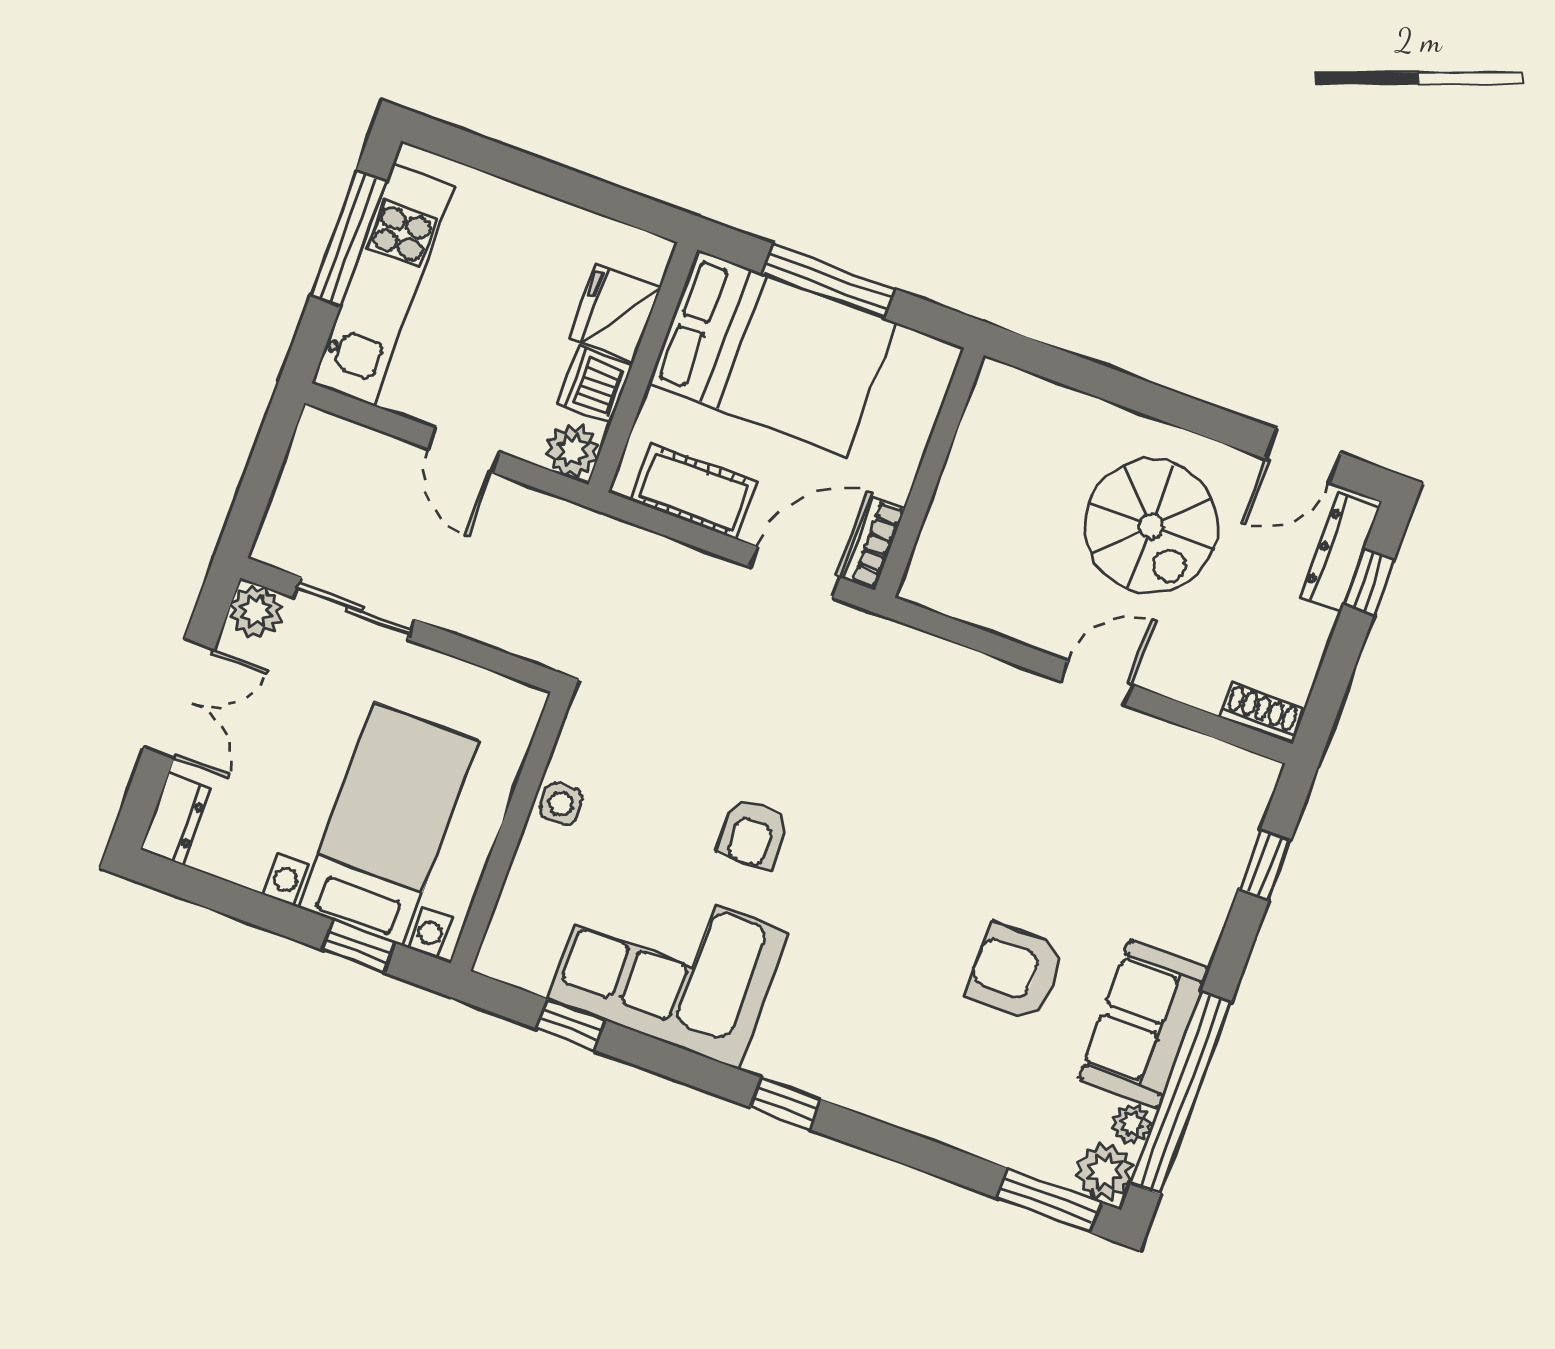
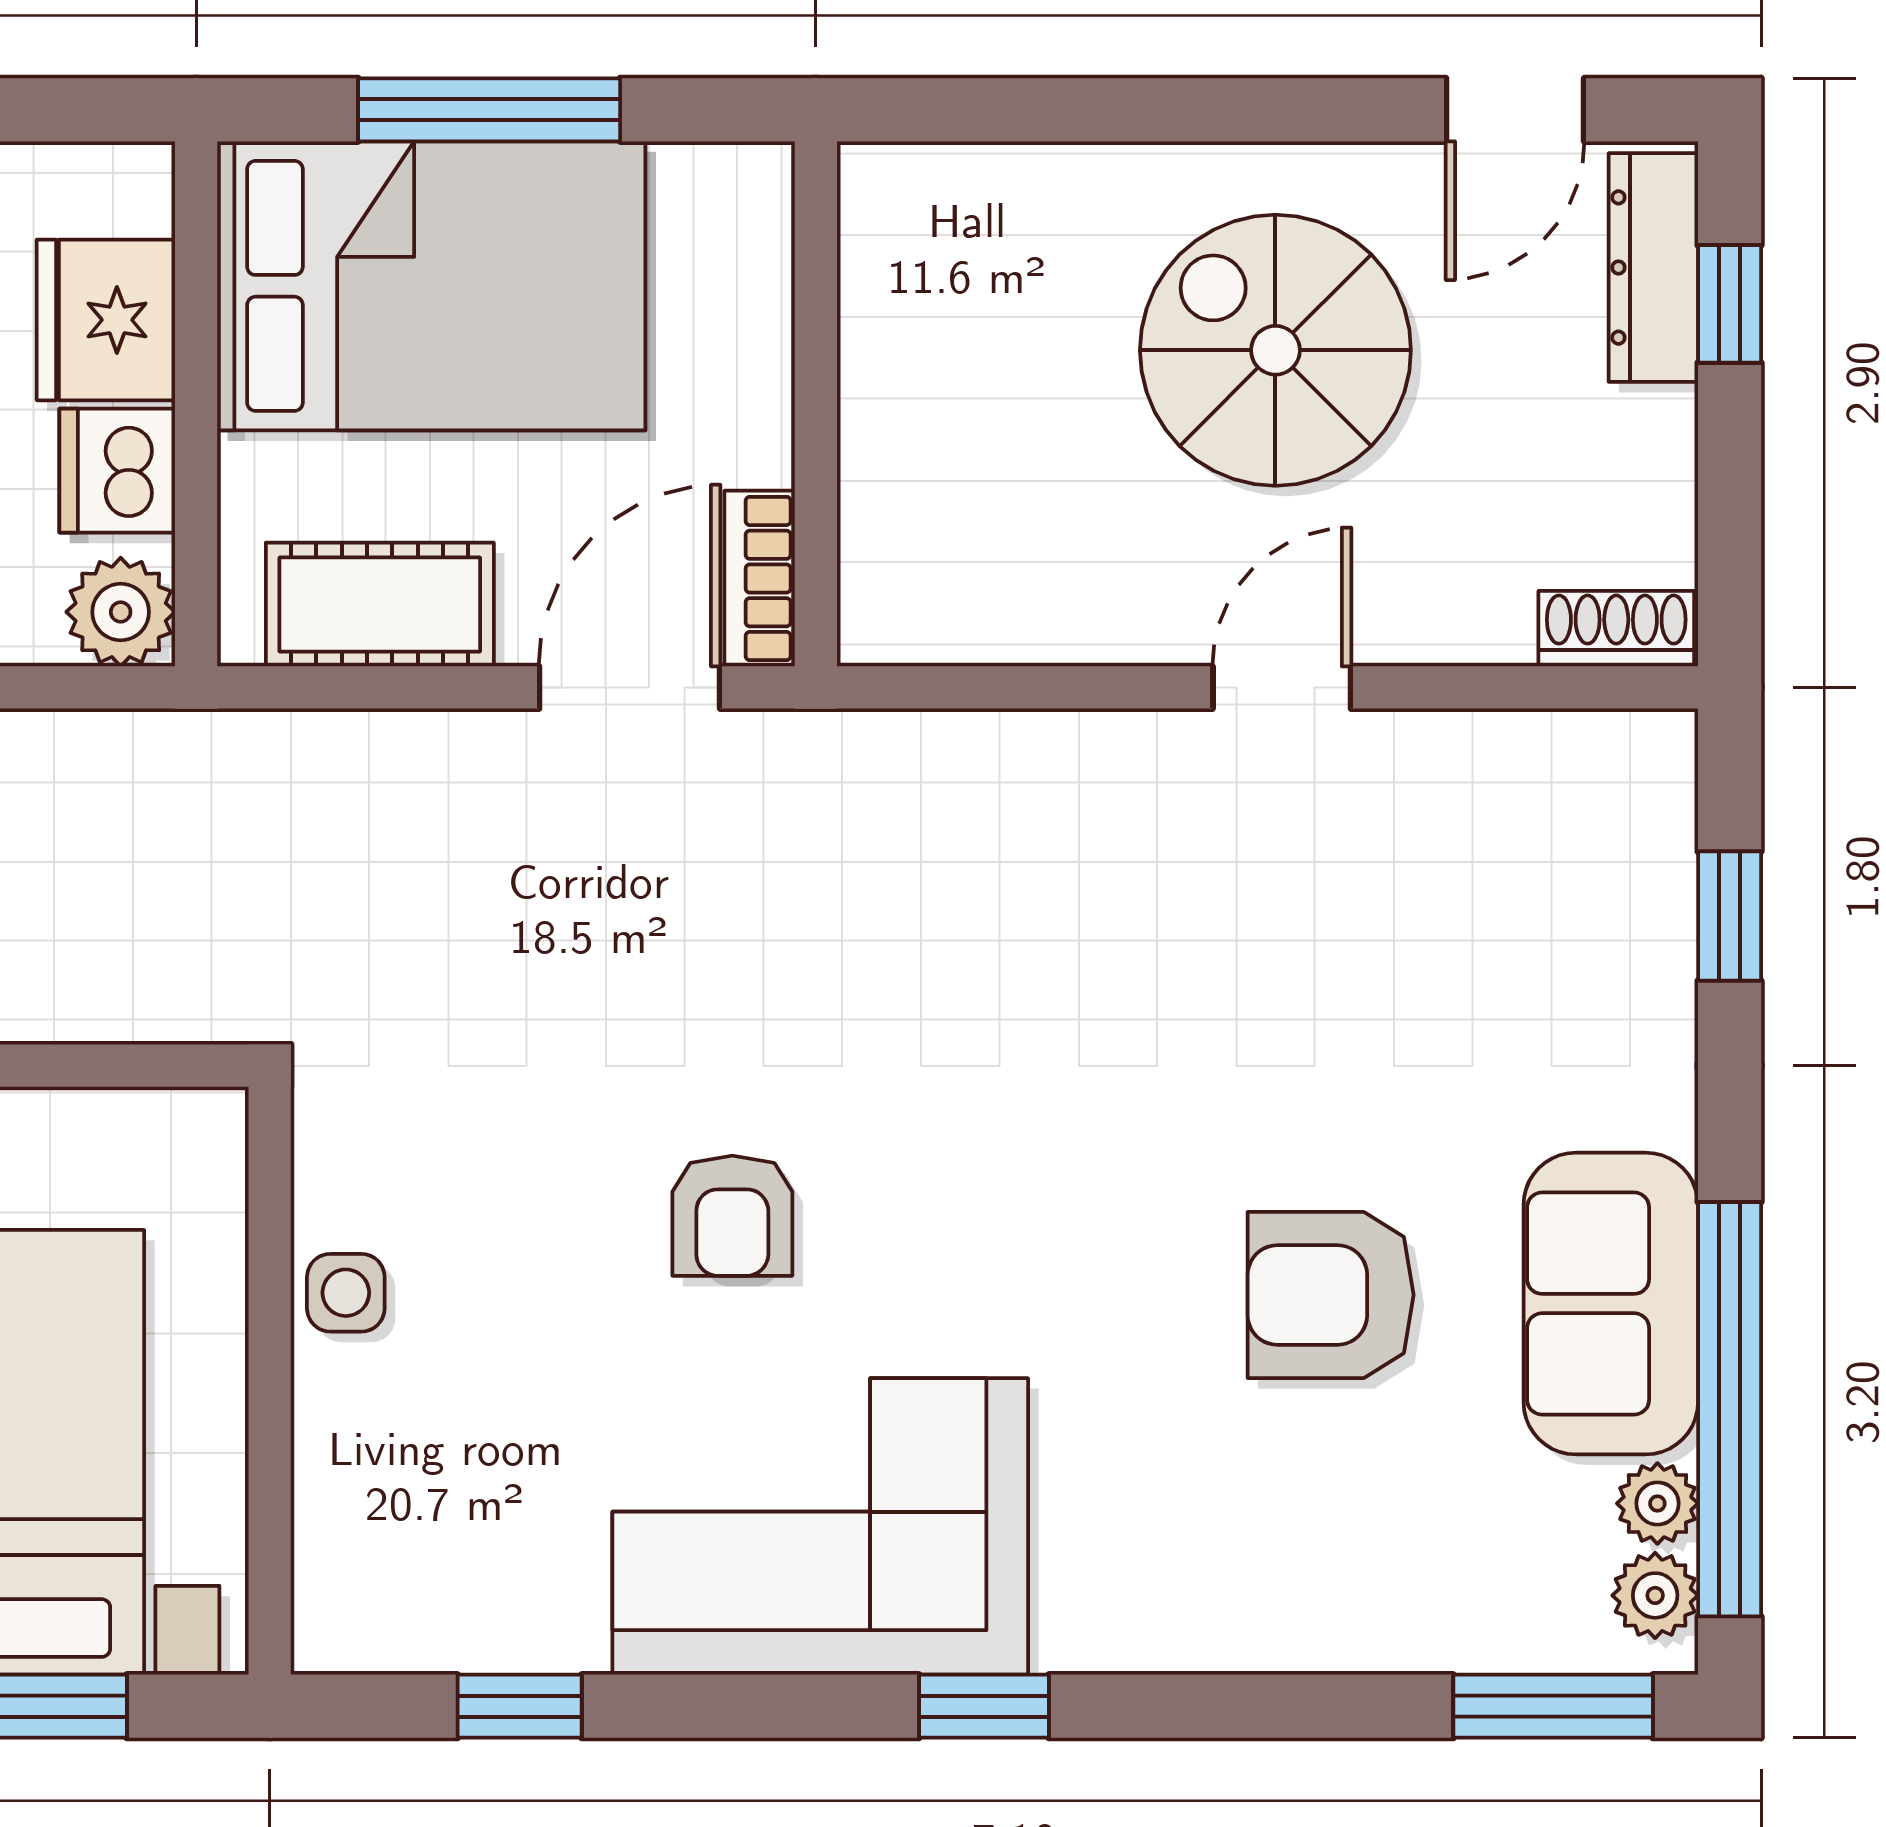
spiral stairs: (1151, 526) -> (1275, 350), turned 180
corner sofa: (668, 966) -> (820, 1526), moved
plant: (1105, 1171) -> (1655, 1595), width x0.73, depth x0.73

